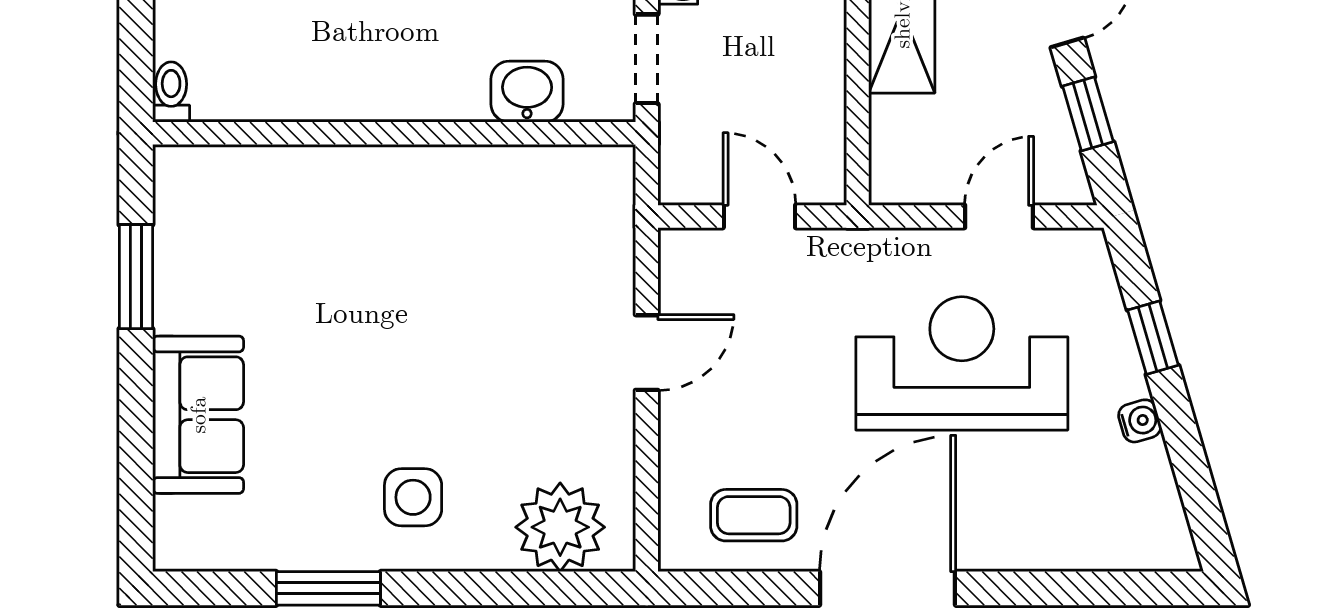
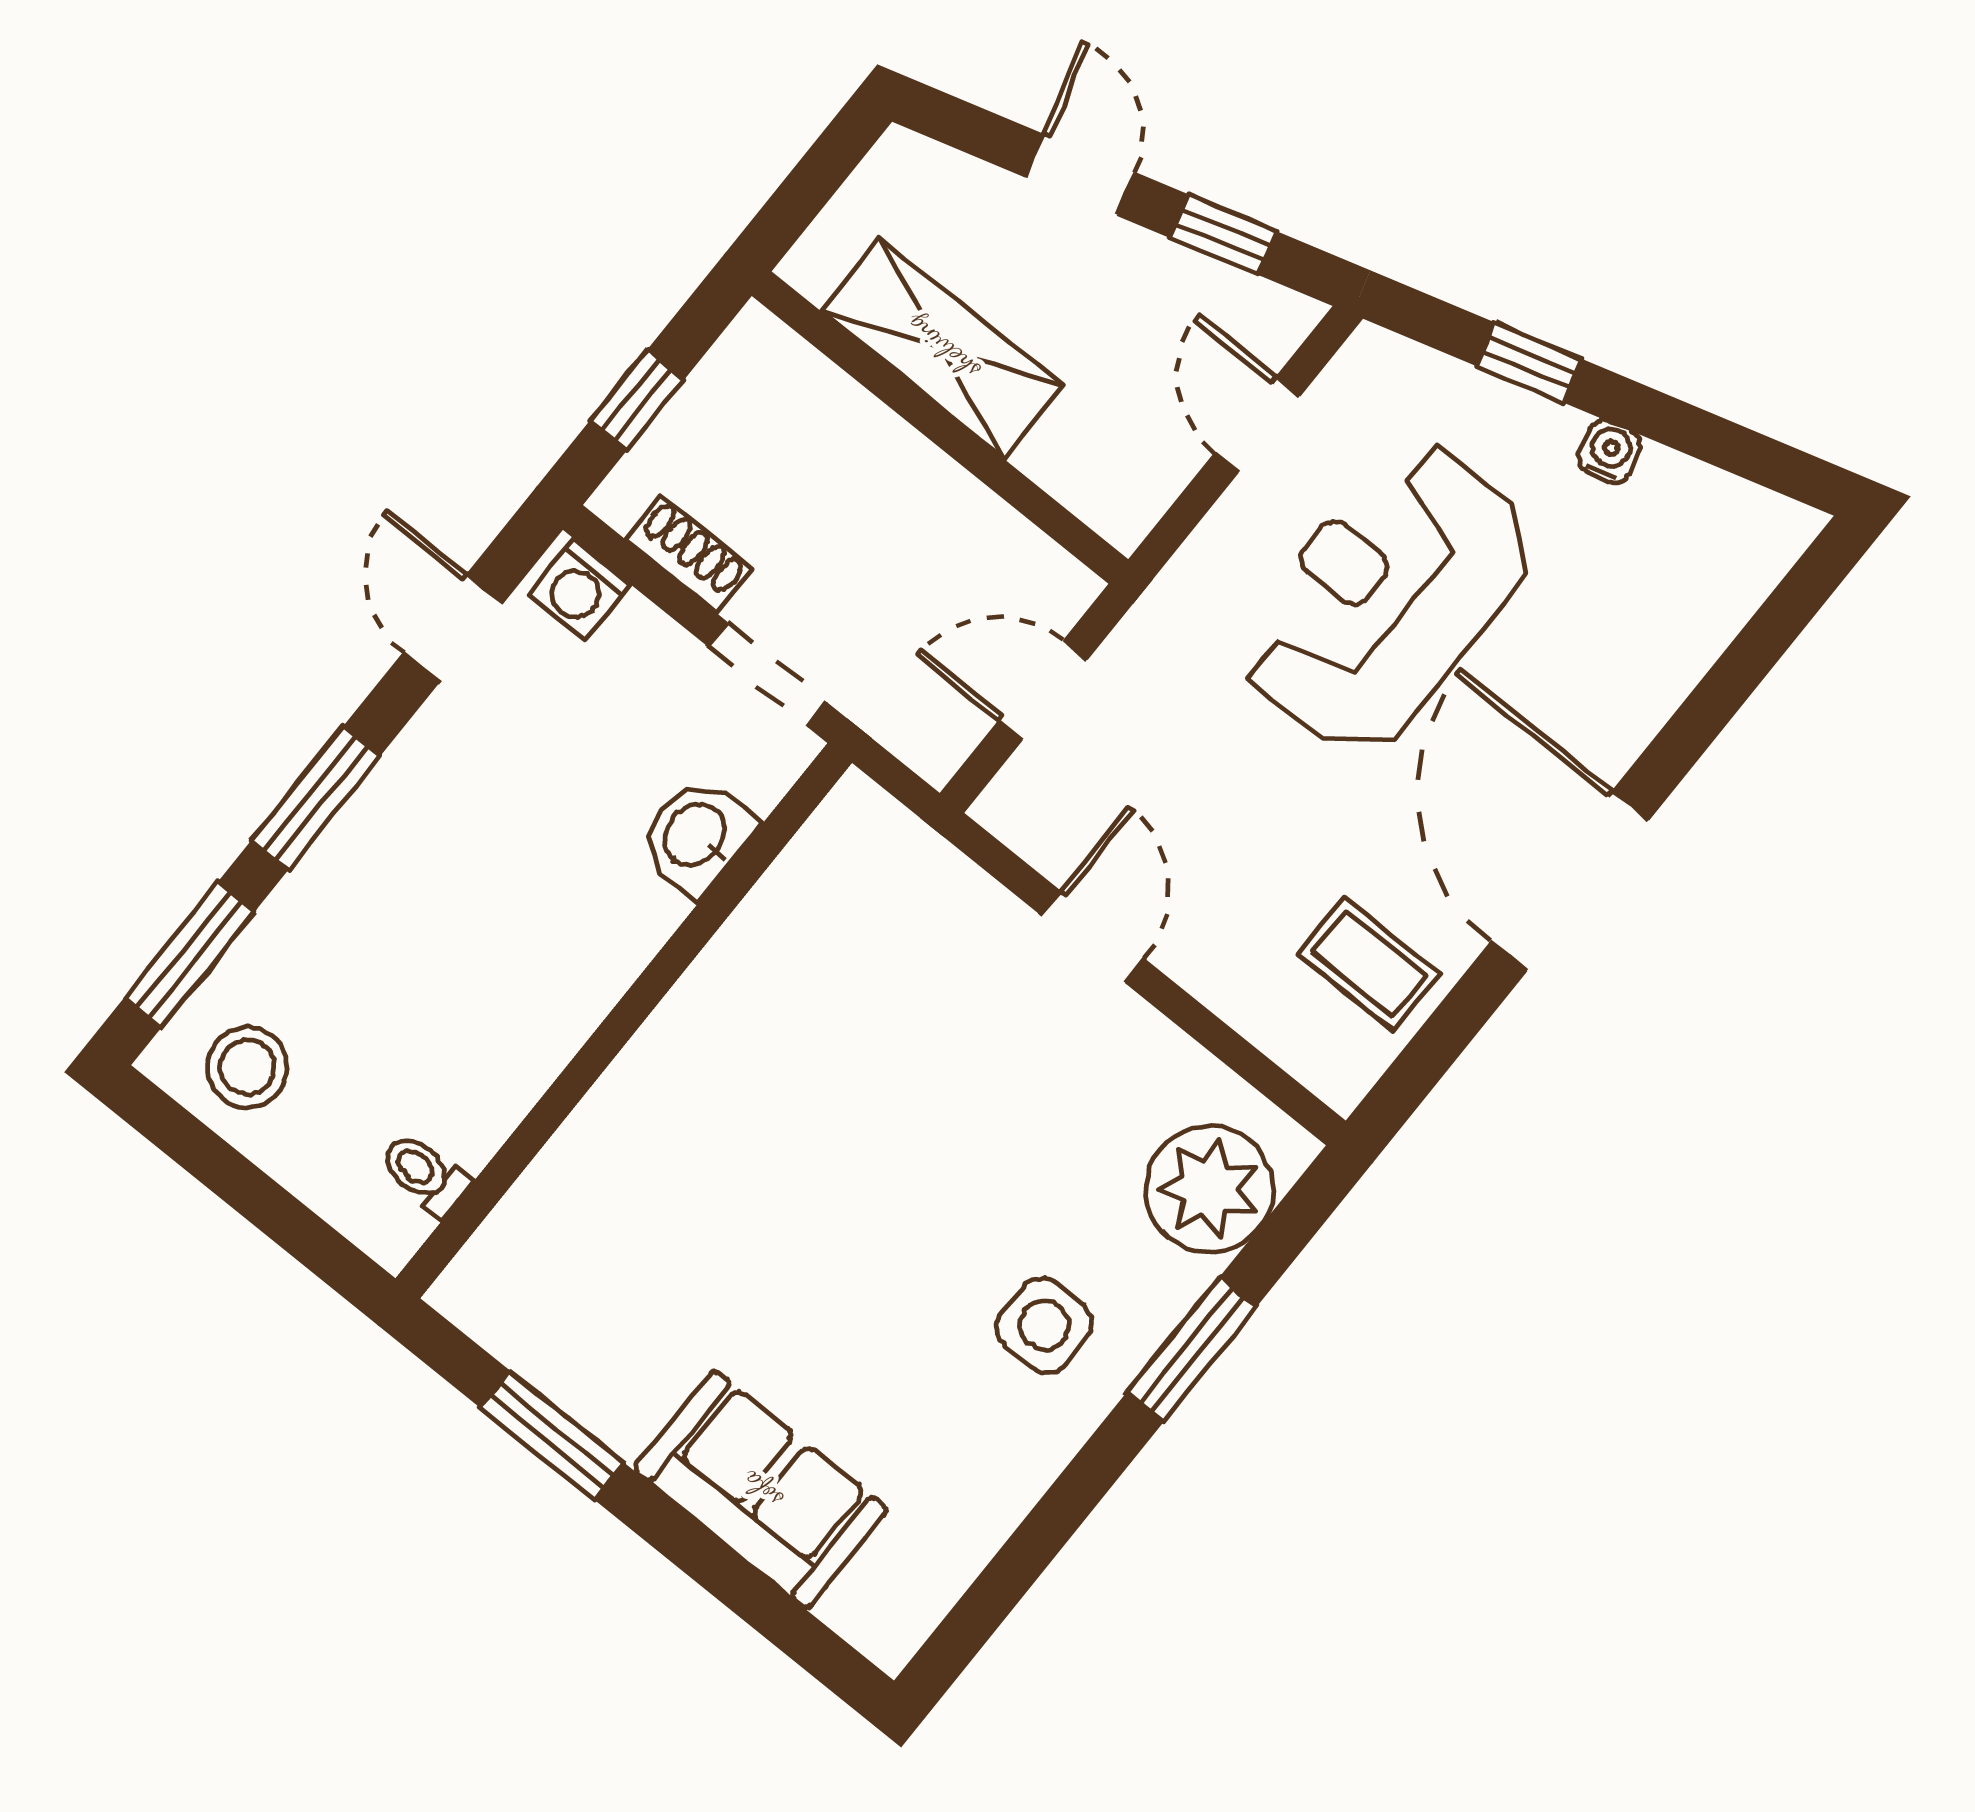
toilet: (171, 92) -> (425, 1174), moved
coffee table: (754, 515) -> (1369, 964), turned 90
window: (328, 588) -> (1192, 1349), moved

